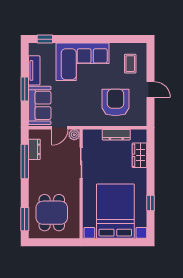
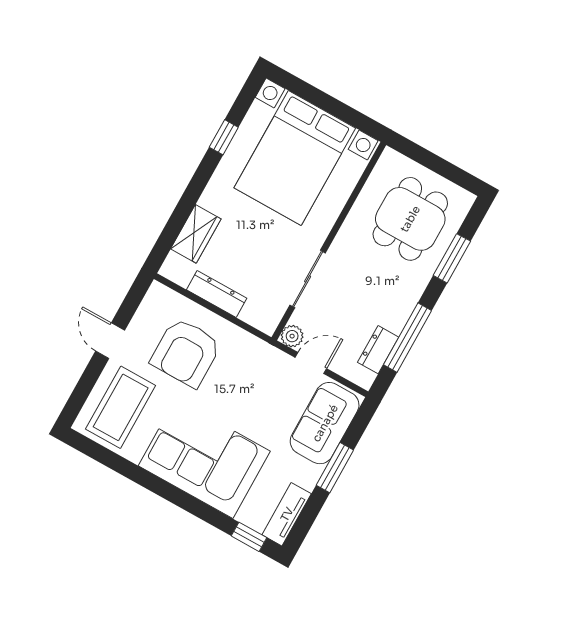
coffee table: (130, 64) -> (121, 407), width x1.86, depth x1.72
tv unit: (34, 70) -> (287, 514), moved
window: (25, 219) -> (452, 258), moved

